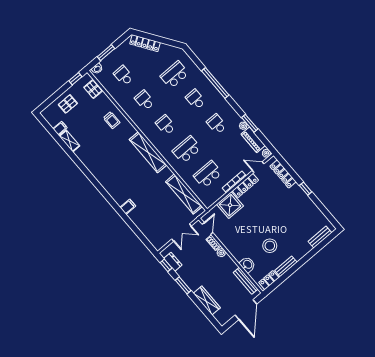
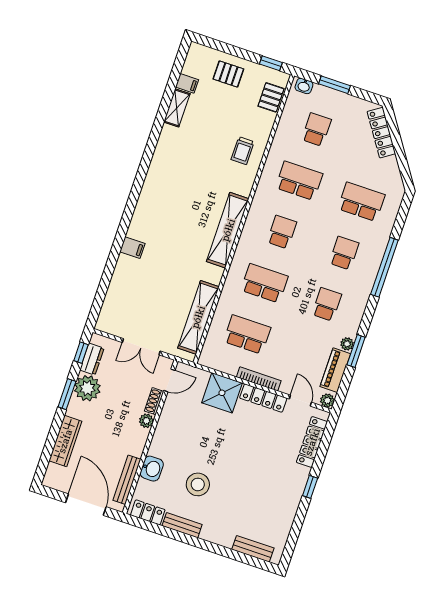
school desk: (145, 100) -> (299, 181), width x1.85
plant: (186, 273) -> (87, 388), added
door: (246, 310) -> (86, 505), swing flipped

